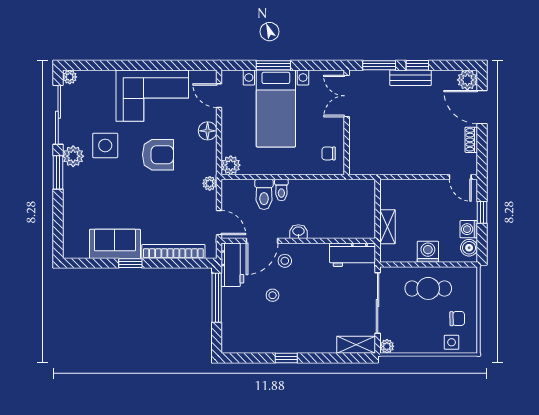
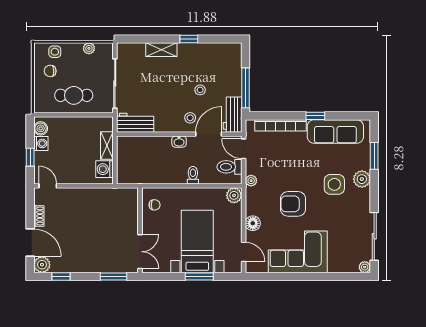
window: (417, 65) -> (61, 277), moved
bench: (411, 78) -> (88, 266), removed
side table: (105, 145) -> (334, 184), moved
plant: (73, 156) -> (362, 179), moved
window: (58, 172) -> (374, 156), moved
toilet: (264, 194) -> (229, 167), moved, turned -90
sofa: (115, 244) -> (335, 132), width x1.36
washing machine: (428, 252) -> (104, 169), moved, turned 90
shelving: (356, 345) -> (161, 50), moved
plant: (387, 346) -> (89, 48), moved

